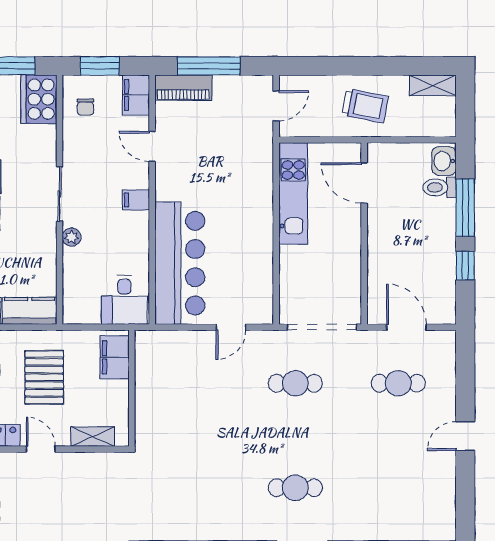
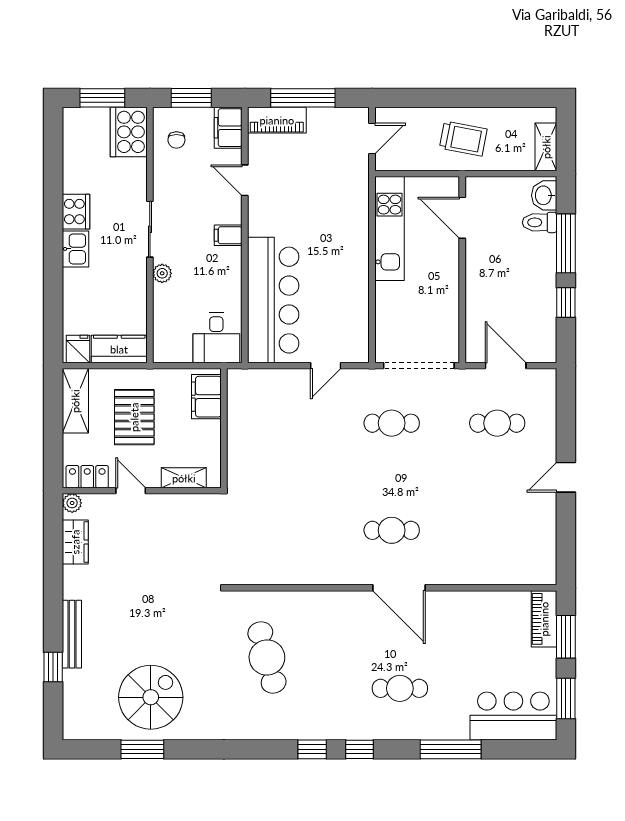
shelving: (433, 85) -> (546, 147), moved, turned 90

